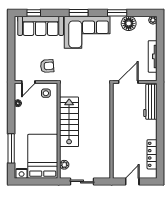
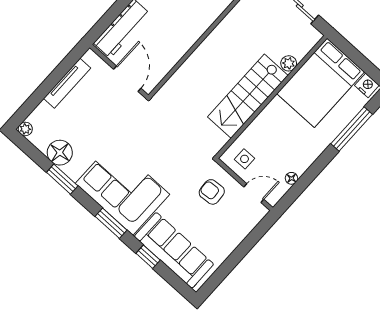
window: (34, 13) -> (148, 257), moved
door: (128, 82) -> (127, 79), swing flipped
plant: (64, 165) -> (289, 63), moved

